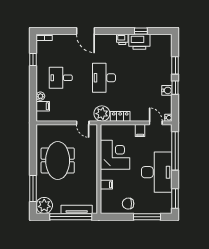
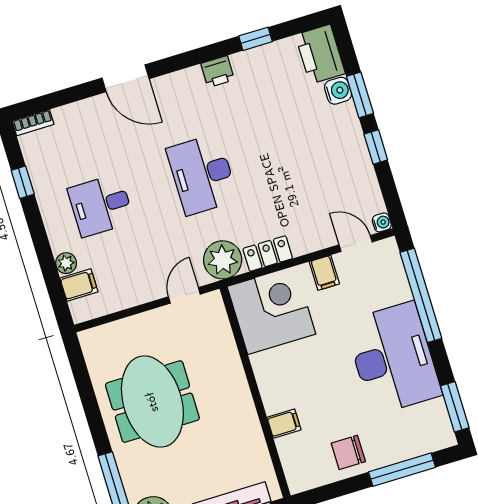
printer: (139, 42) -> (320, 54), moved, turned 90
water cooler: (167, 90) -> (338, 91), moved
door: (83, 123) -> (184, 295), swing flipped
corner desk: (115, 155) -> (271, 310), moved

